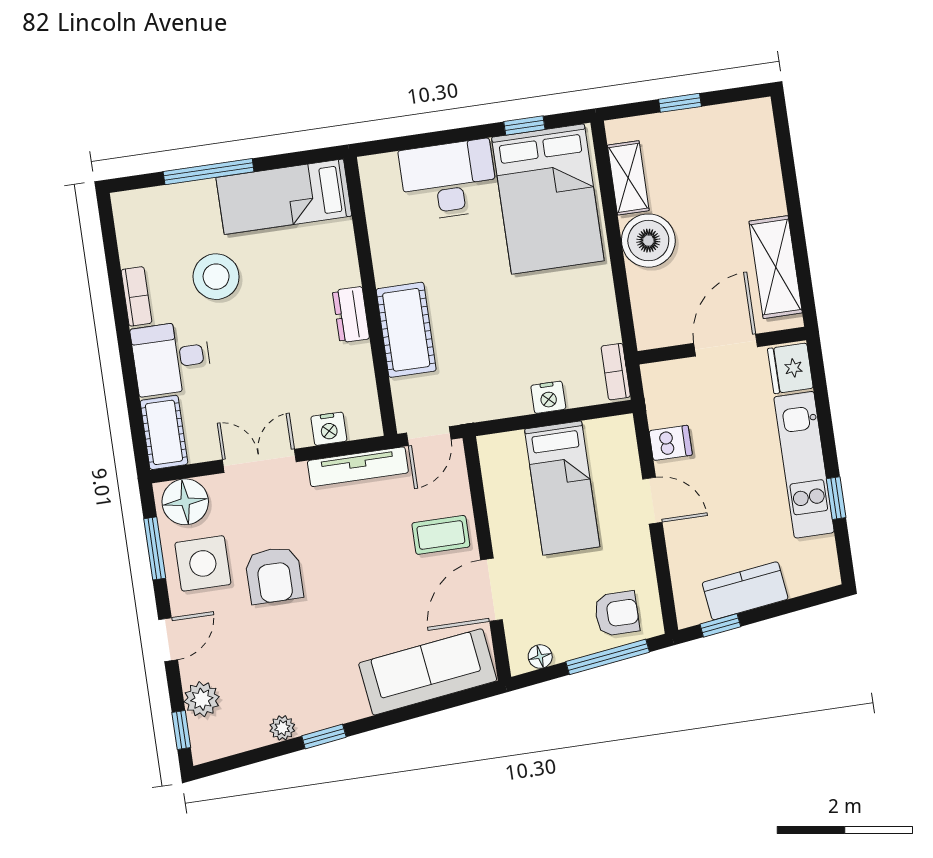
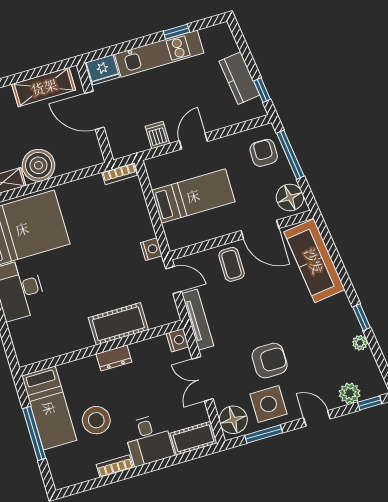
bed: (284, 197) -> (49, 408), moved
wall: (370, 296) -> (101, 348), moved
dresser: (351, 315) -> (114, 358), moved
cot: (406, 330) -> (118, 324), moved
nightstand: (548, 397) -> (151, 249), moved
floor lamp: (540, 656) -> (290, 197), width x1.89, depth x1.89

